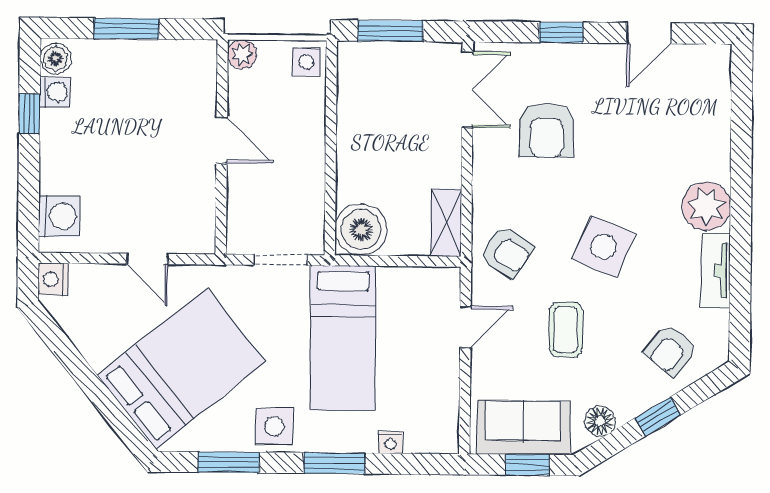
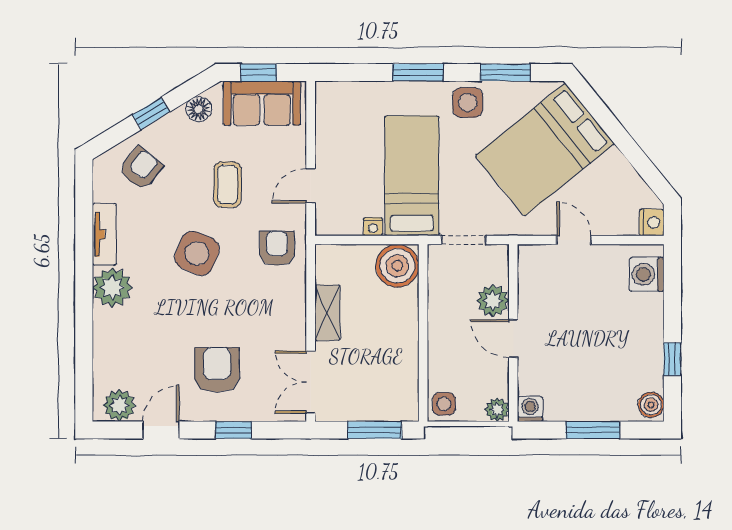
plant: (699, 63) -> (119, 405), added
washing machine: (55, 92) -> (530, 409), moved, turned 90
armchair: (547, 130) -> (217, 370), moved
plant: (246, 186) -> (493, 301), added
shelving: (446, 223) -> (327, 313), moved
armchair: (507, 252) -> (277, 248), turned 58
nightstand: (390, 442) -> (373, 227), moved, turned 180

